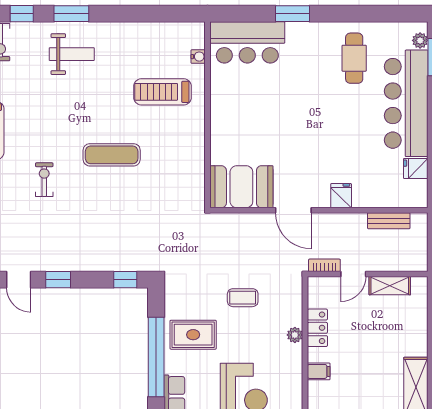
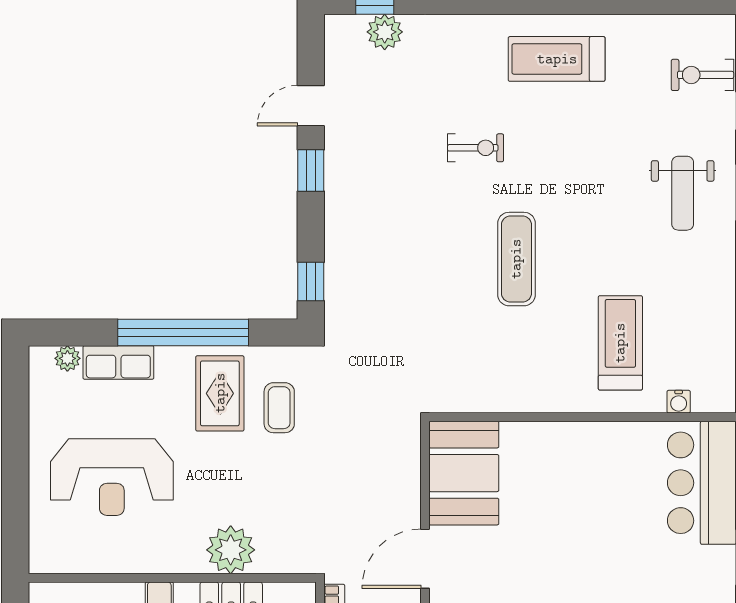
coffee table: (243, 298) -> (279, 408), moved
plant: (295, 335) -> (231, 550), width x1.88, depth x1.88

